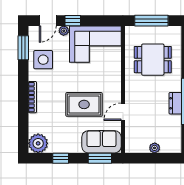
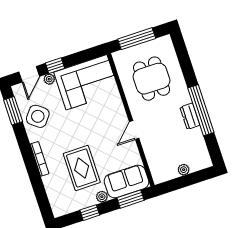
side table: (43, 60) -> (38, 116), turned 38
dining table: (153, 60) -> (152, 79), turned 90
rug: (84, 104) -> (82, 168), moved, turned 90
door: (123, 112) -> (134, 130), moved
plant: (38, 143) -> (102, 197), moved, width x0.53, depth x0.53

